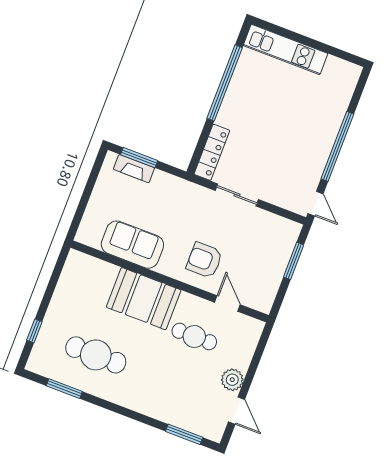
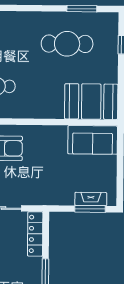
sofa: (132, 245) -> (93, 140), moved
booth: (144, 299) -> (91, 102), moved

